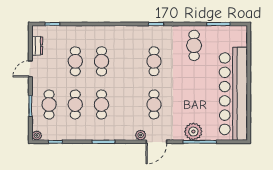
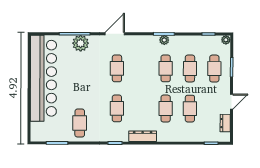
dresser: (126, 31) -> (143, 136), added
plant: (141, 135) -> (164, 40), moved

